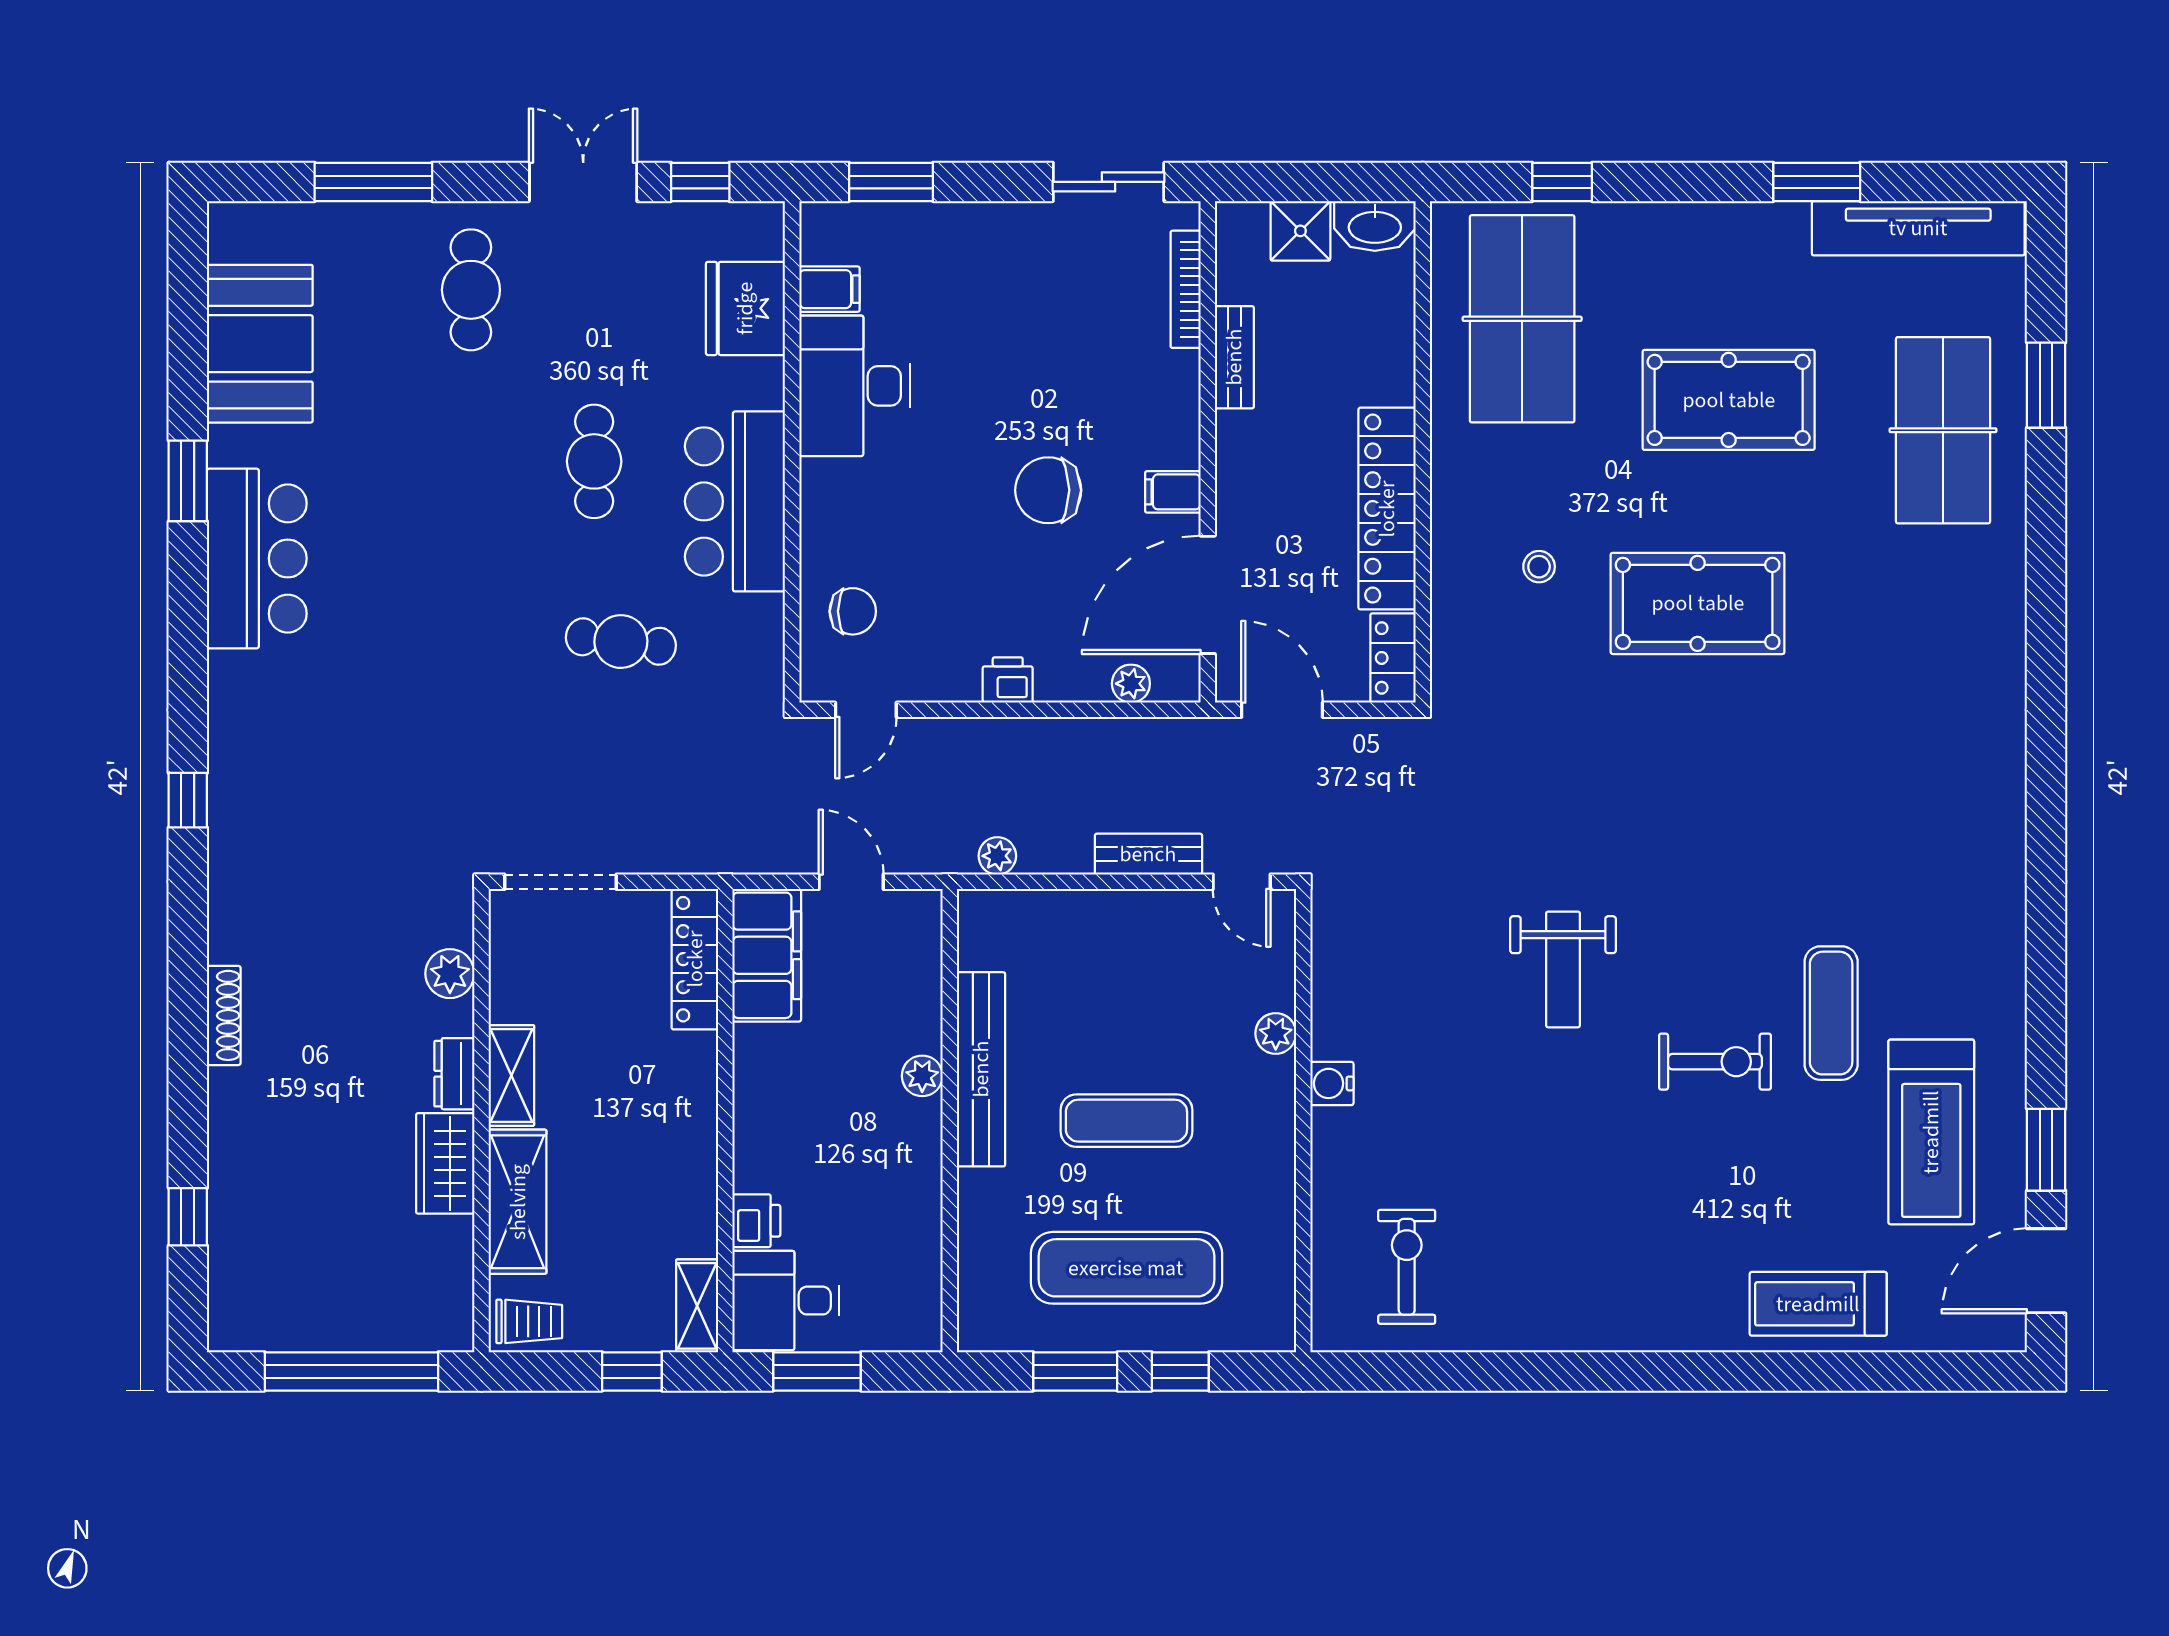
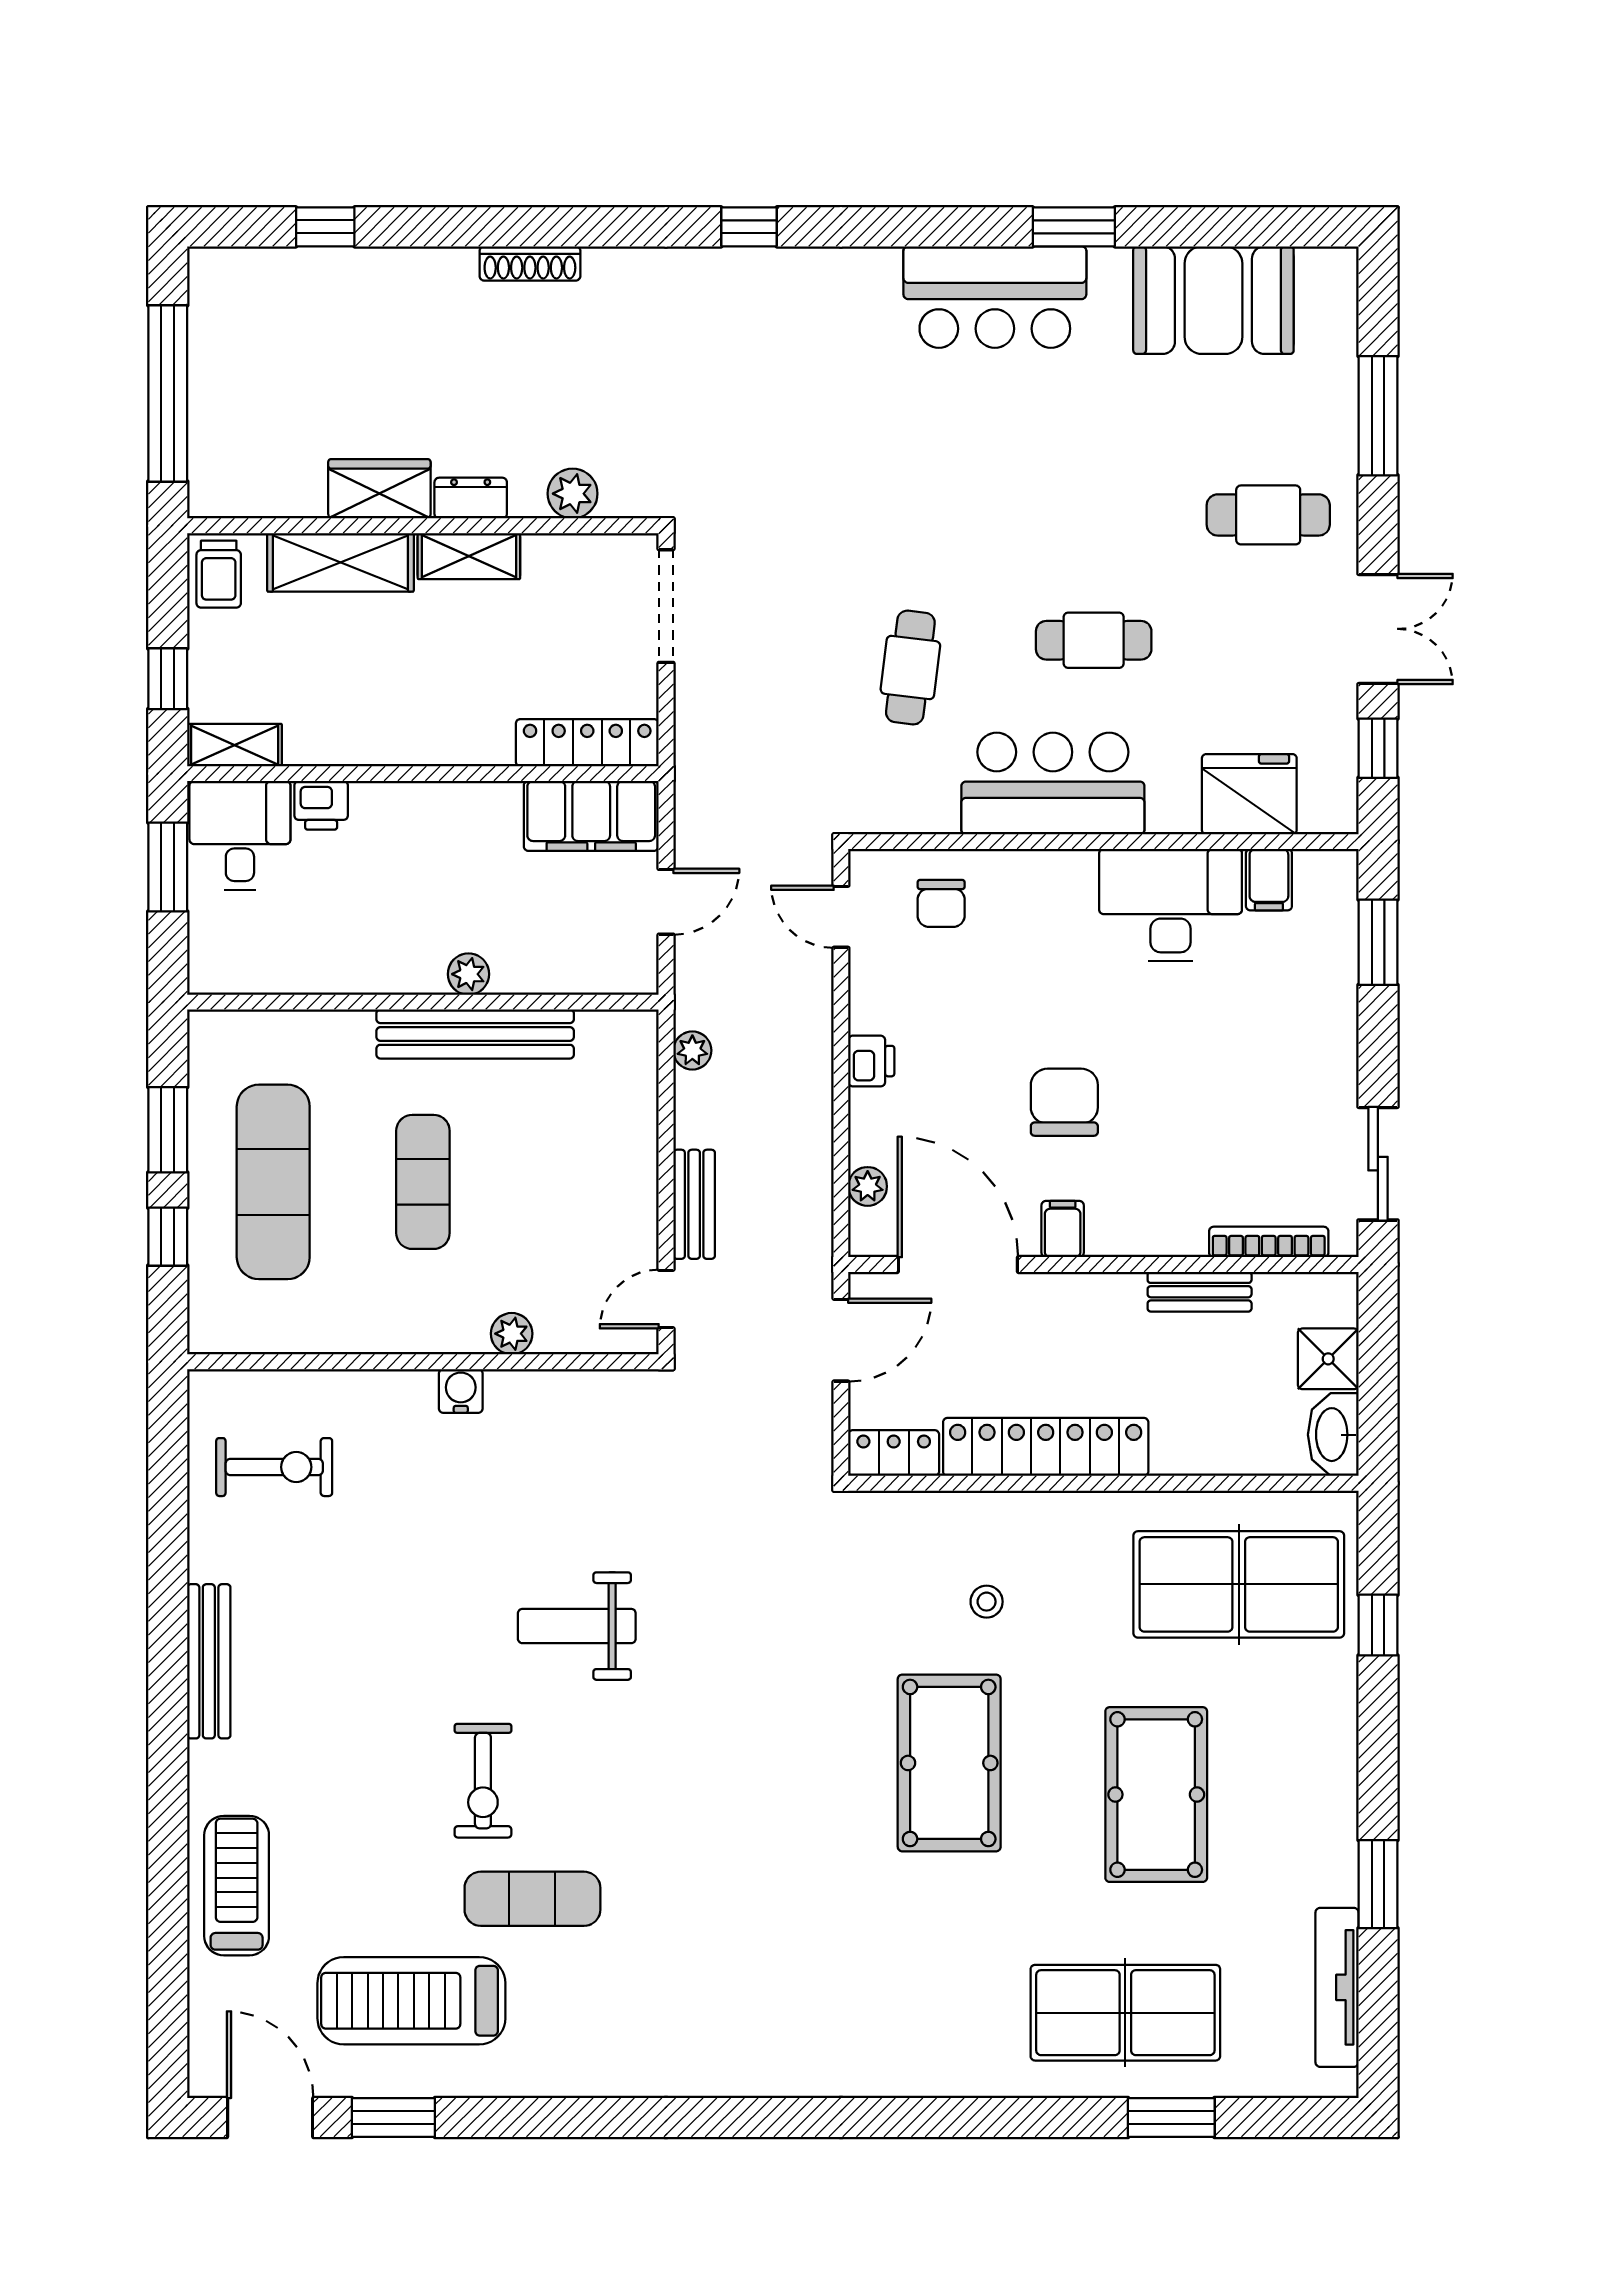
tv unit: (1918, 228) -> (1337, 1987), width x0.73, depth x0.78
bench: (1598, 1331) -> (209, 1661), added

